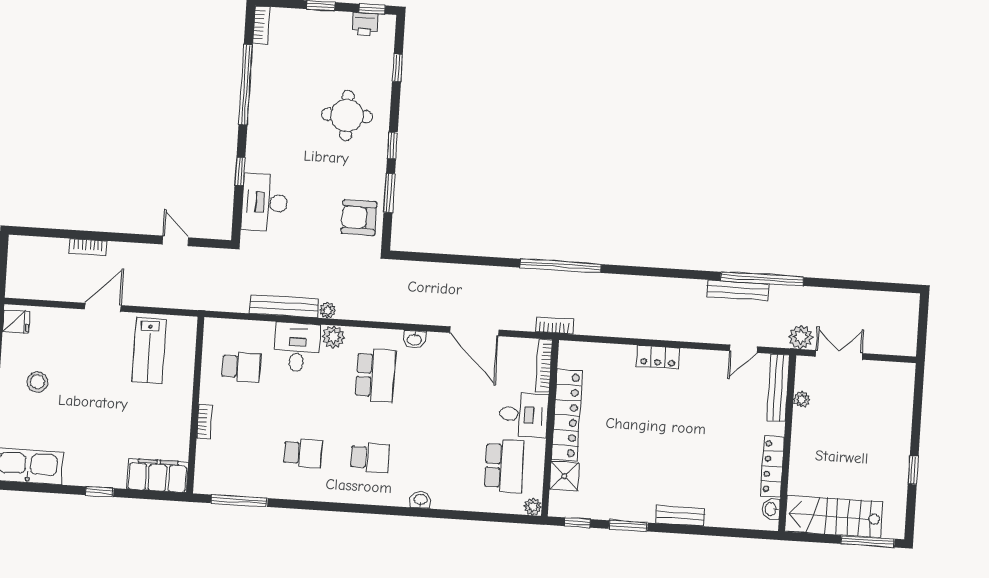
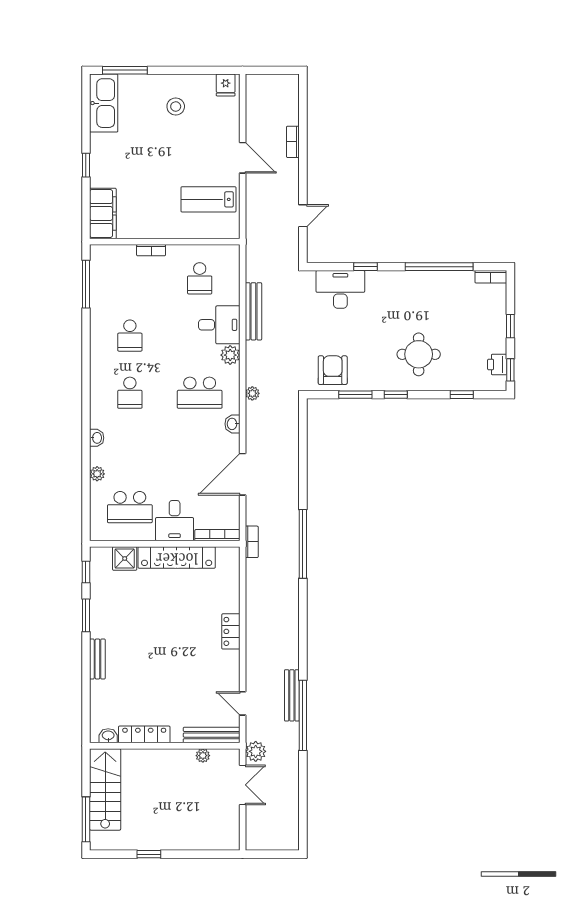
plant: (328, 310) -> (252, 393), moved
plant: (533, 507) -> (97, 474), moved

